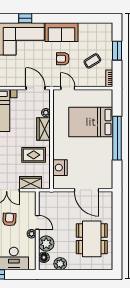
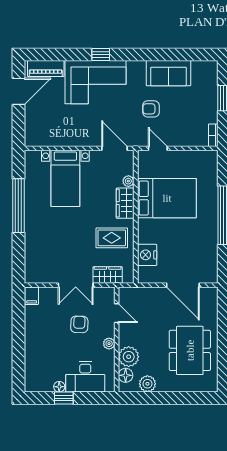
sofa: (62, 32) -> (168, 73), moved
coffee table: (92, 61) -> (191, 112), removed
bed: (91, 122) -> (167, 198), moved, turned 180
door: (37, 222) -> (117, 313), moved

